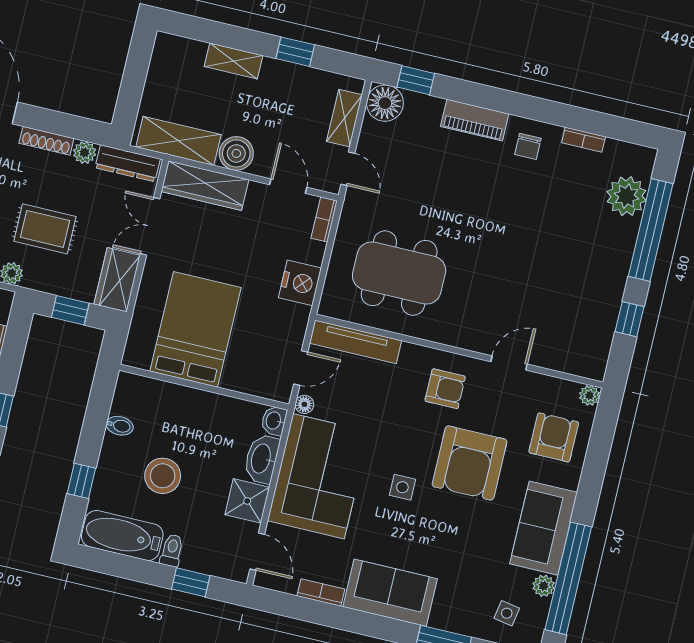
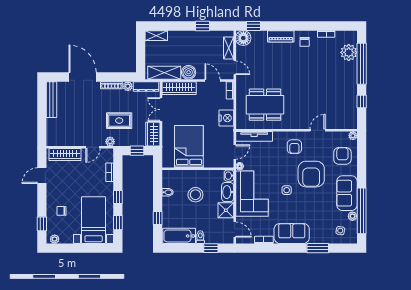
shelving: (233, 61) -> (156, 36), moved
armchair: (445, 389) -> (294, 147), turned 90
stool: (163, 476) -> (195, 195), moved

